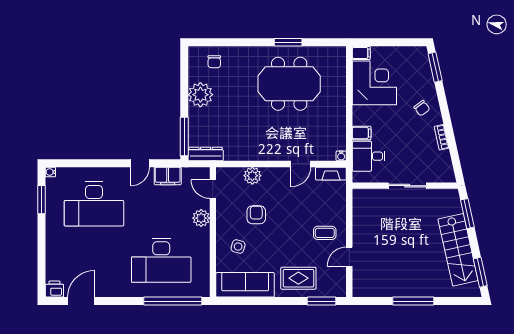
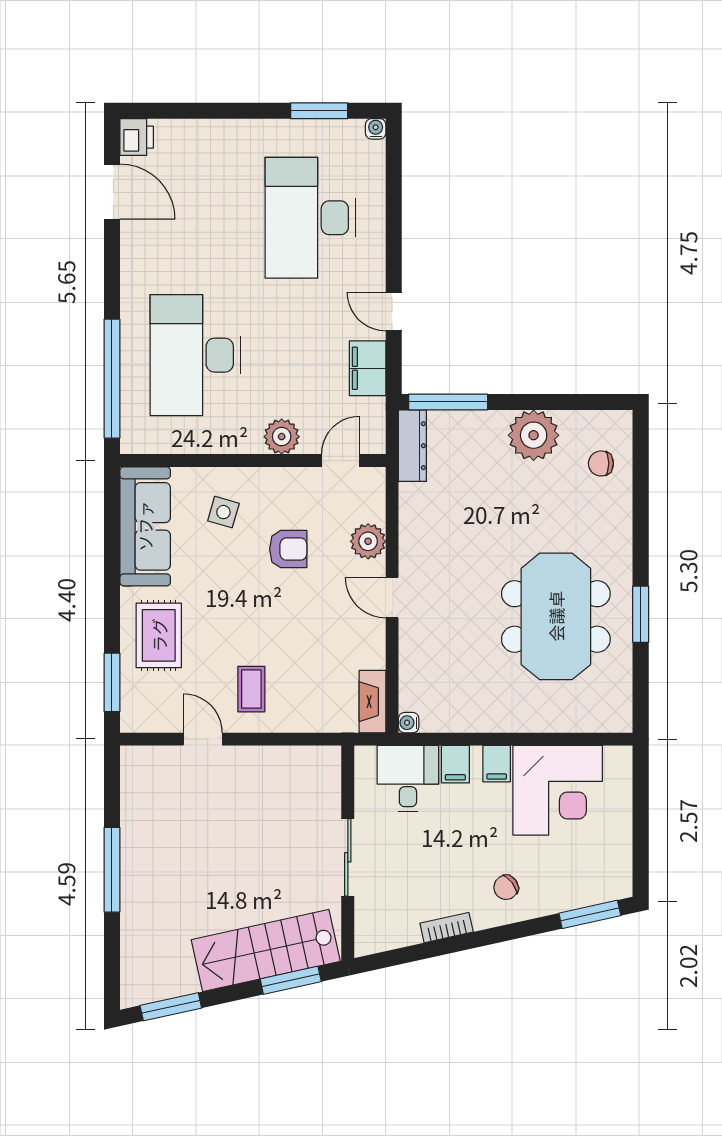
filing cabinet: (361, 53) -> (497, 764), moved
door: (301, 164) -> (392, 598), moved
stairs: (458, 250) -> (266, 950), moved

